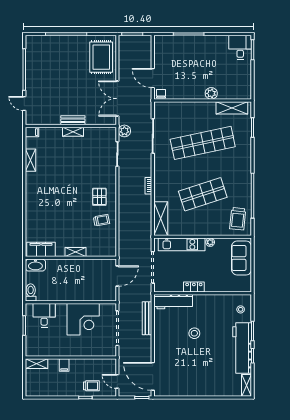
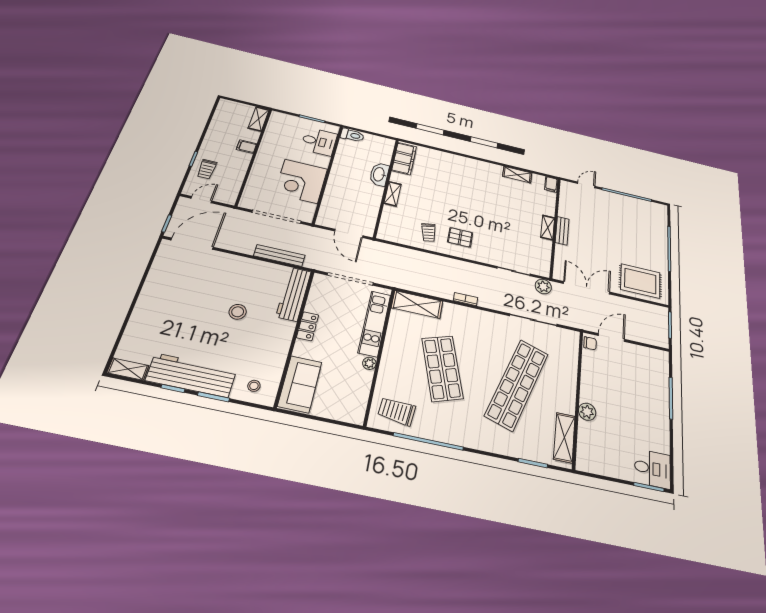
shop shelf: (203, 143) -> (517, 384), turned 30
sofa: (242, 258) -> (300, 384), moved, turned 90
washbasin: (35, 265) -> (379, 174), moved

